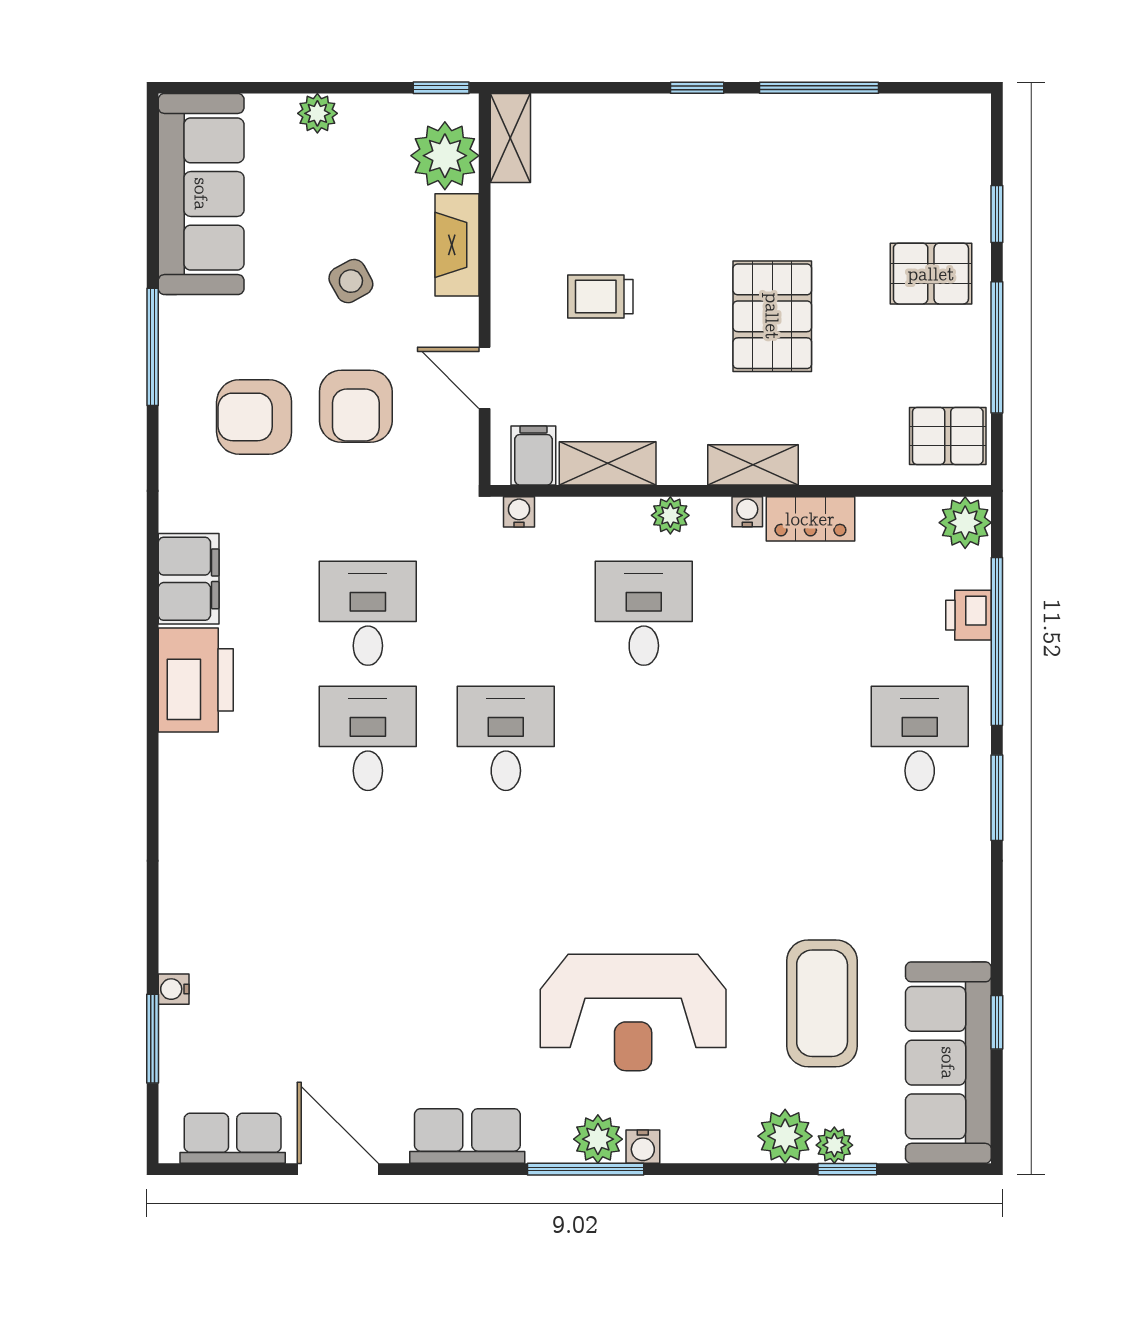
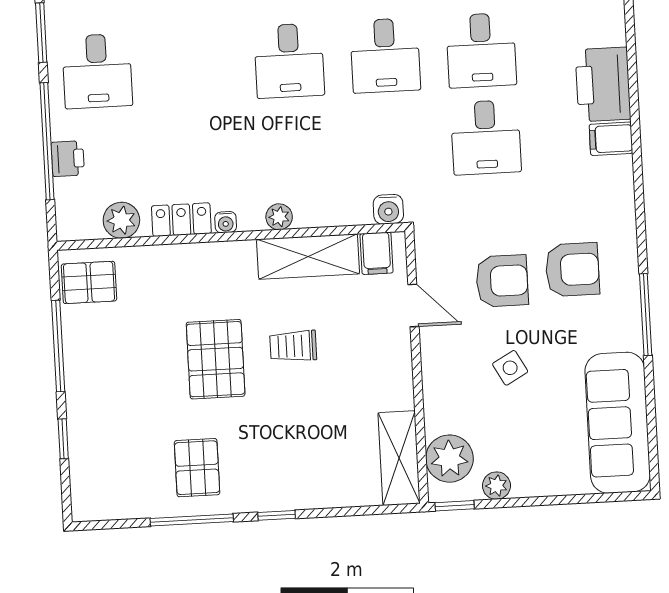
plant: (317, 113) -> (496, 486), moved
shelving: (510, 138) -> (399, 458), width x1.50, depth x1.33
fireplace: (457, 245) -> (438, 397), removed
pallet: (931, 274) -> (197, 468), moved, turned 90
trolley: (600, 297) -> (293, 346), moved, turned 180
armchair: (356, 406) -> (502, 281), turned 90
shelving: (608, 463) -> (308, 257), width x1.50, depth x1.33
shelving: (753, 465) -> (223, 255), removed
water cooler: (519, 512) -> (388, 209), width x1.38, depth x1.38
plant: (965, 523) -> (121, 220), moved
filing cabinet: (189, 579) -> (611, 139), width x0.50
desk: (644, 613) -> (289, 61), moved

